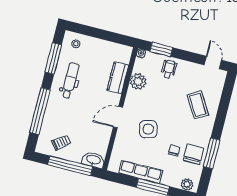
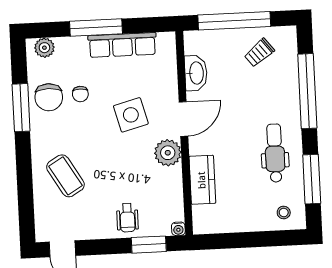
dental chair: (70, 80) -> (275, 153), turned 180
plant: (138, 82) -> (168, 153), moved
washbasin: (93, 160) -> (196, 73), moved, turned -90

